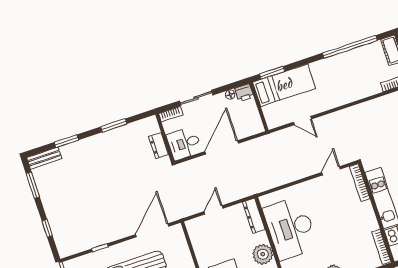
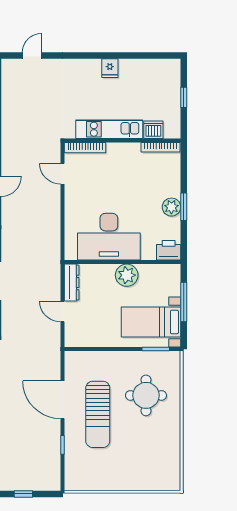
dresser: (254, 216) -> (72, 283), moved, turned -90
door: (152, 230) -> (62, 400), moved

